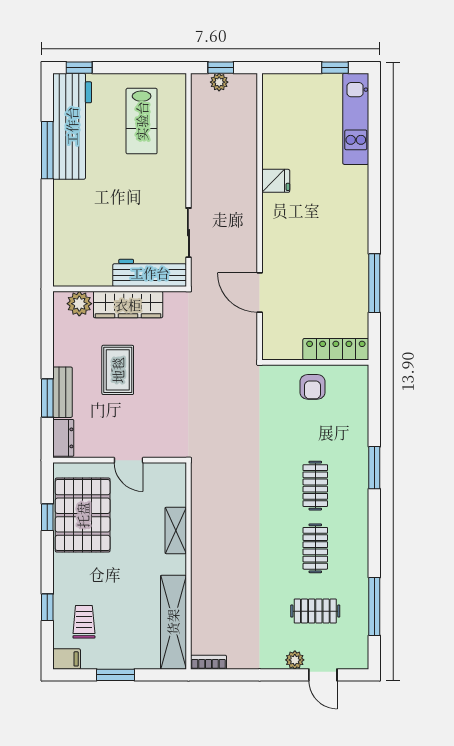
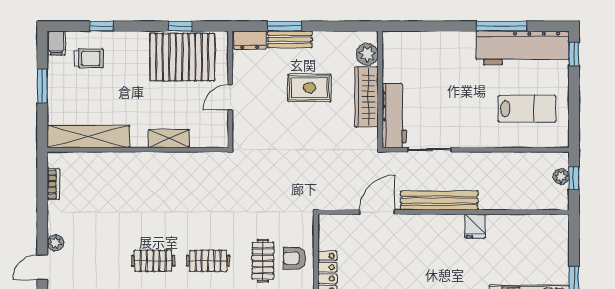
lab bench: (142, 121) -> (527, 109), turned 180
bench: (246, 221) -> (439, 201), added
clothes rail: (315, 611) -> (263, 261), moved
bookcase: (209, 662) -> (53, 184), moved

